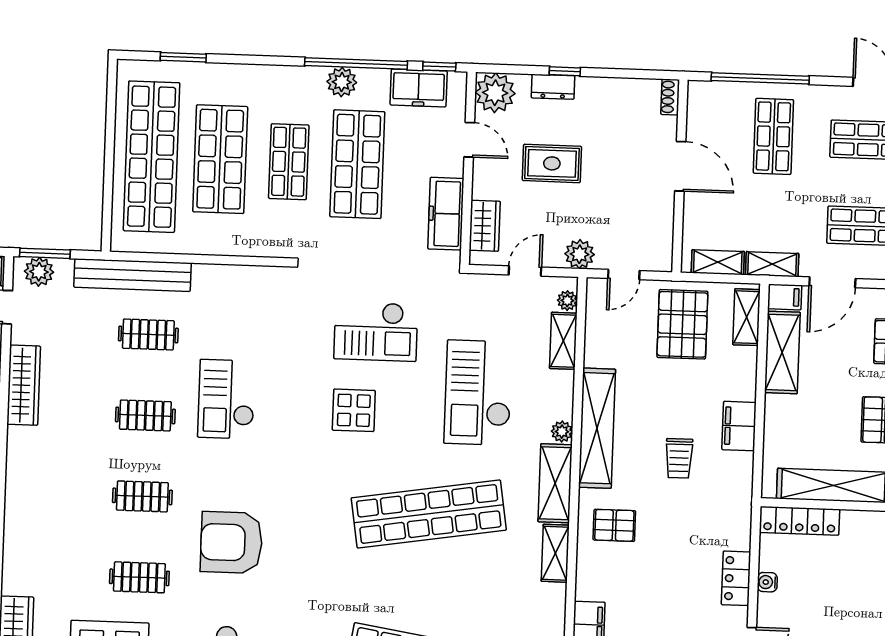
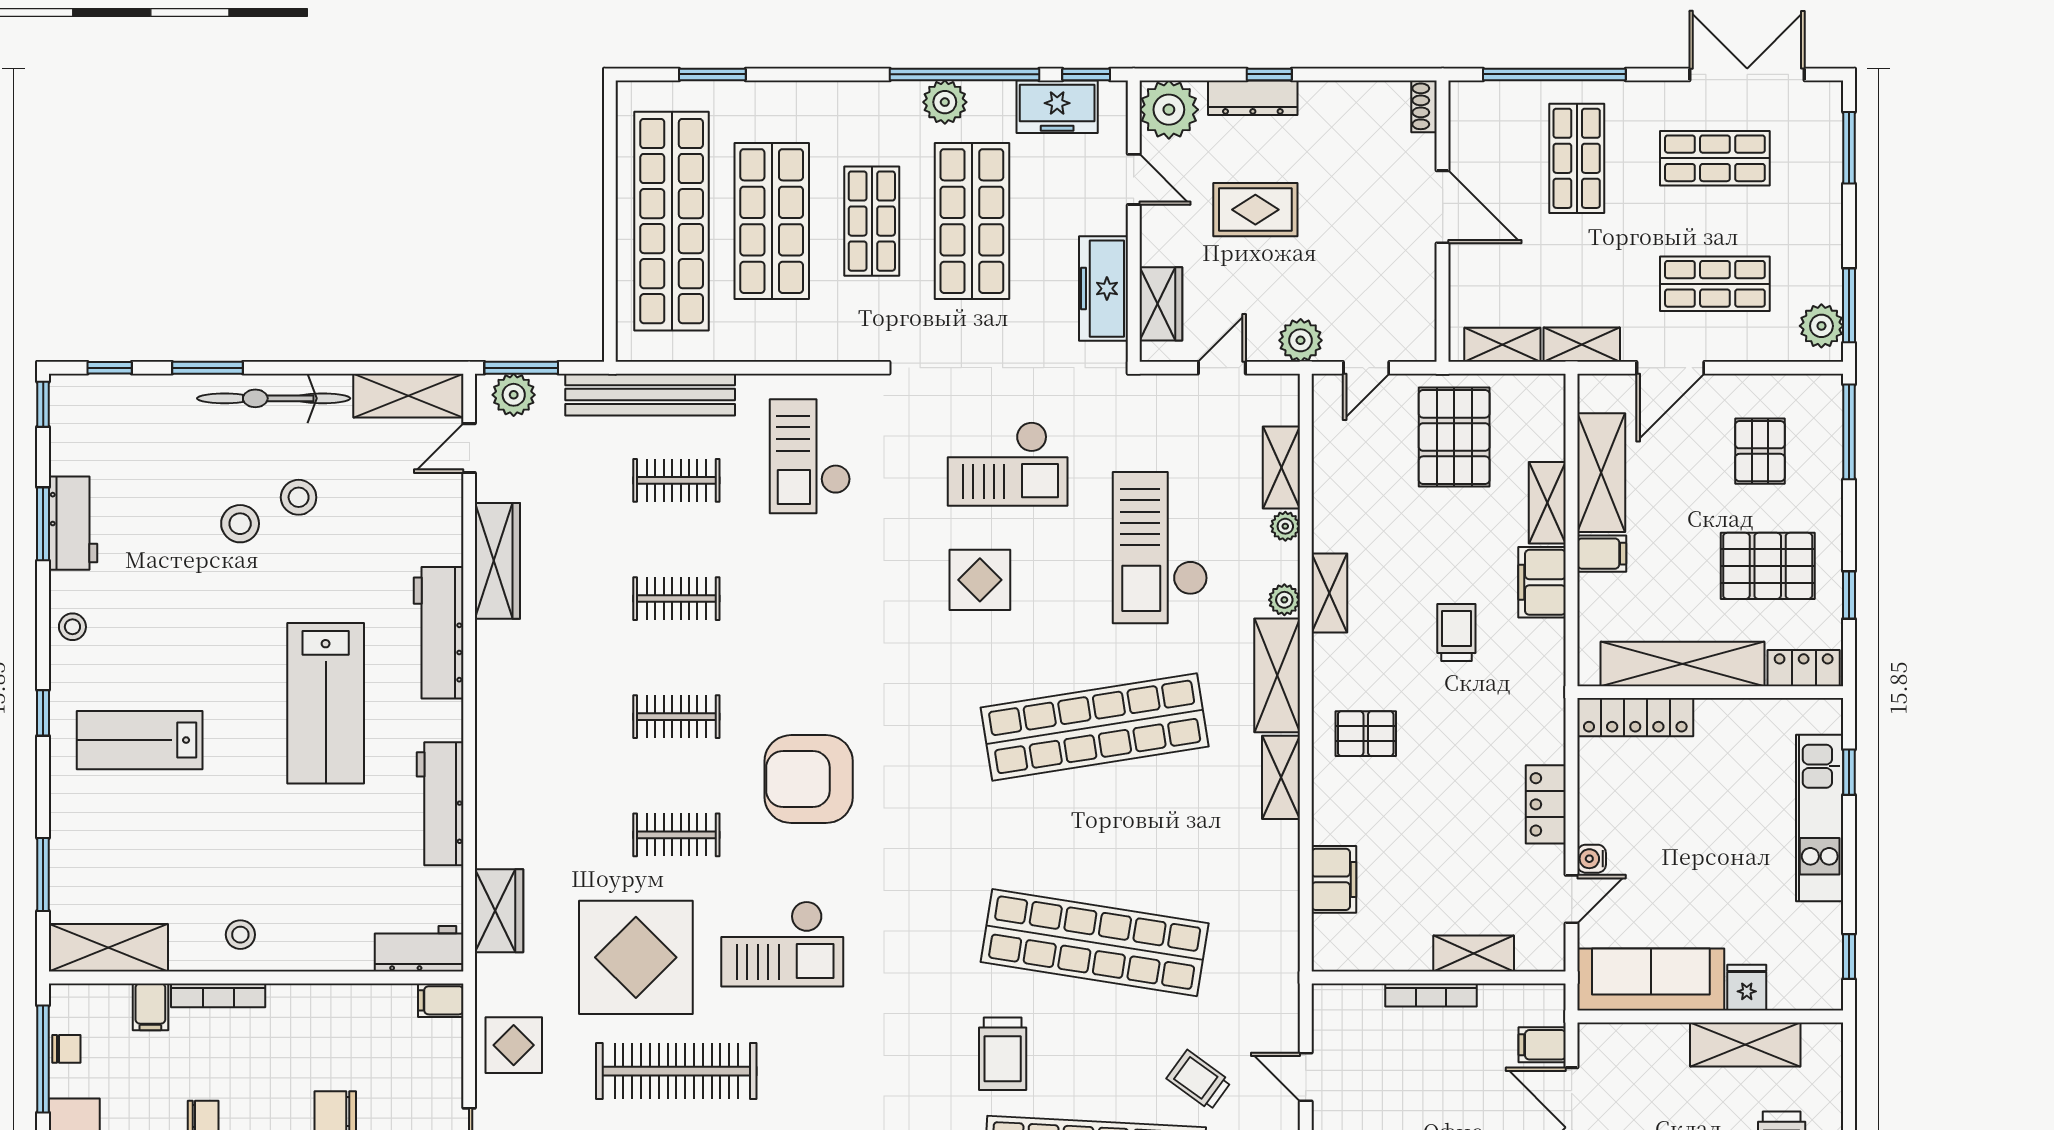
dresser: (553, 87) -> (1253, 98), width x1.44
filing cabinet: (785, 297) -> (1602, 554), moved
plant: (567, 301) -> (1285, 526), moved
shelving: (747, 317) -> (1547, 503), moved
checkout: (226, 399) -> (810, 456), moved
shelving: (597, 428) -> (1329, 593), width x0.45, depth x0.75
trolley: (679, 458) -> (1456, 633), turned 180
water cooler: (767, 582) -> (1592, 859), moved

